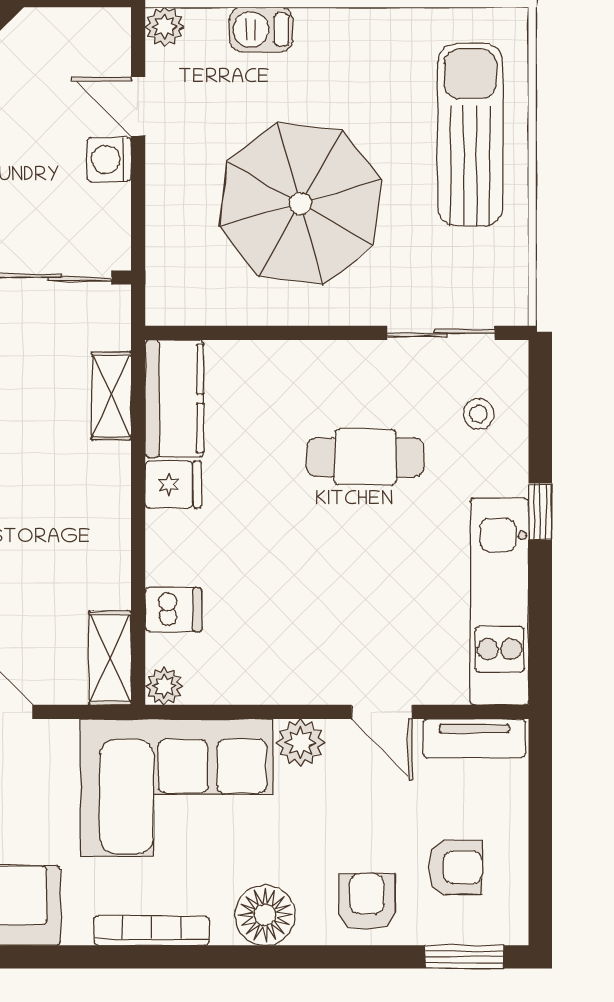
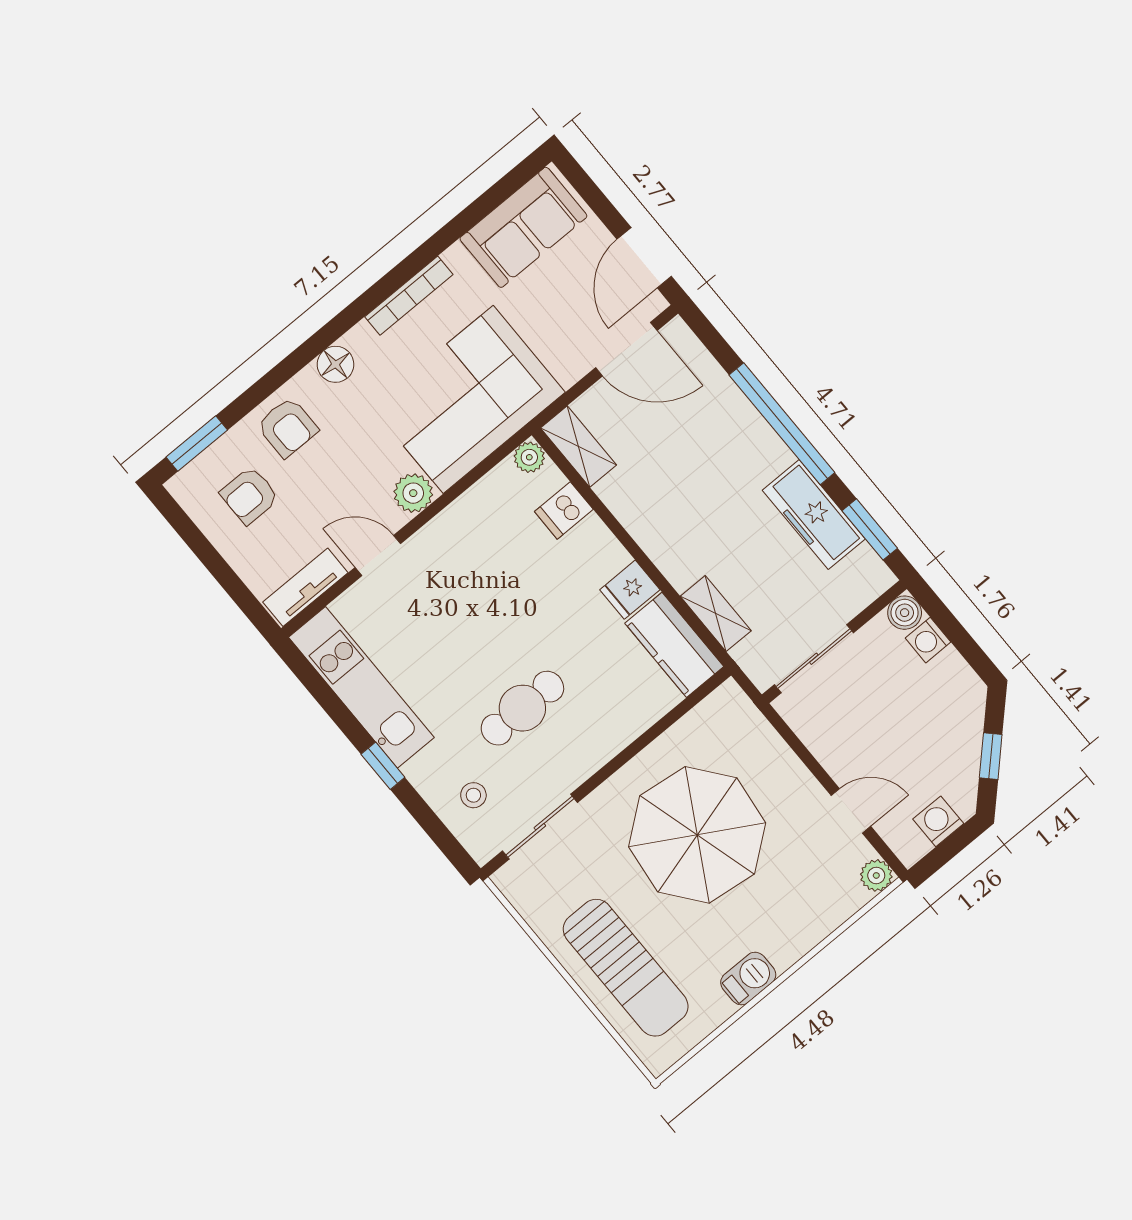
barbecue: (261, 30) -> (748, 979), moved
washing machine: (109, 160) -> (938, 821), moved, turned -90
floor lamp: (265, 915) -> (335, 364), width x0.73, depth x0.73

